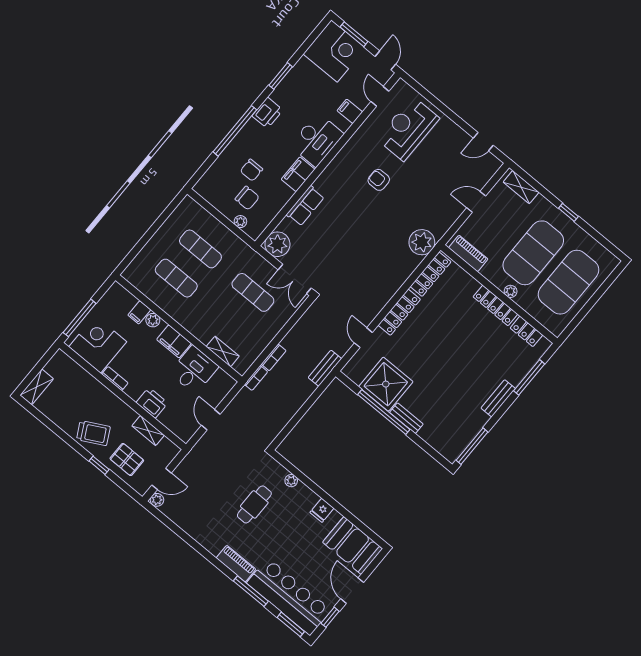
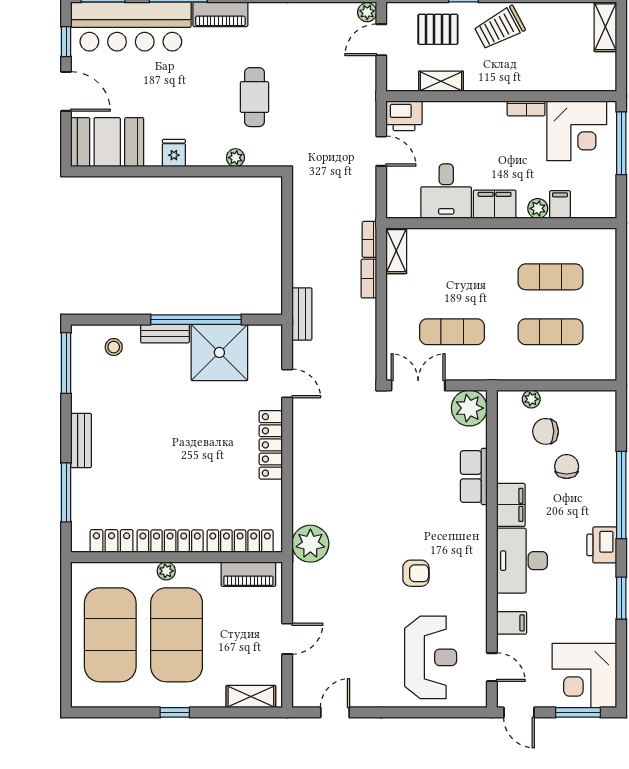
locker: (431, 274) -> (240, 541), moved, turned 90
shelving: (223, 351) -> (396, 251), moved, turned 90
printer: (152, 403) -> (404, 116), moved
stool: (440, 434) -> (114, 347), added

